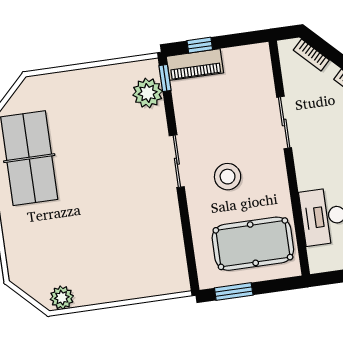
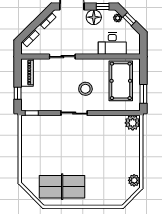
piano: (195, 65) -> (27, 72), moved
plant: (148, 93) -> (133, 123), moved

